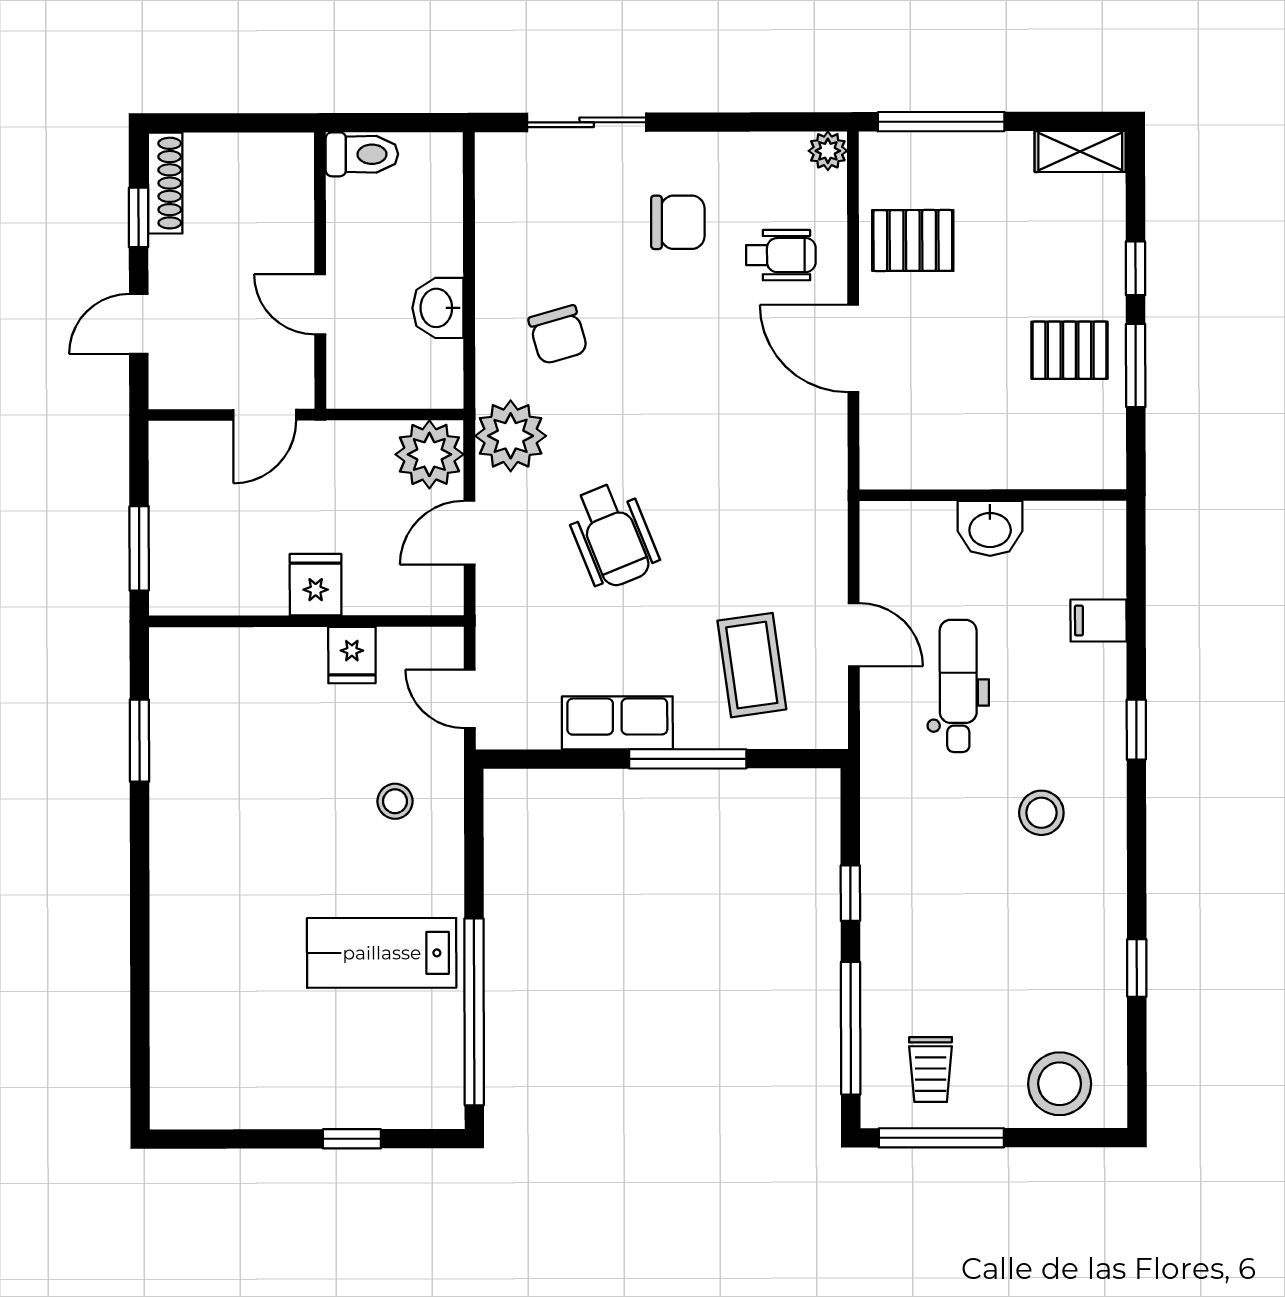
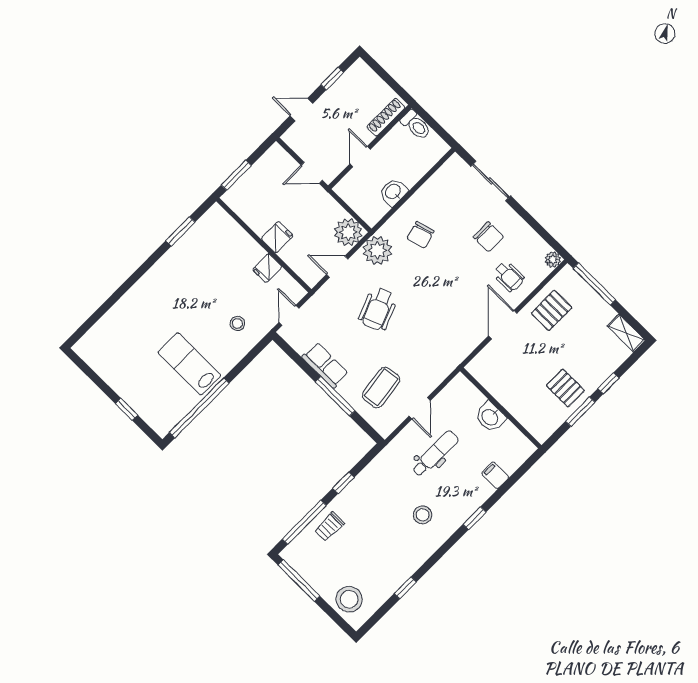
shoe rack: (165, 183) -> (386, 117), moved, turned 180
pallet: (913, 240) -> (552, 310), turned 90
trolley: (931, 1070) -> (329, 527), moved

